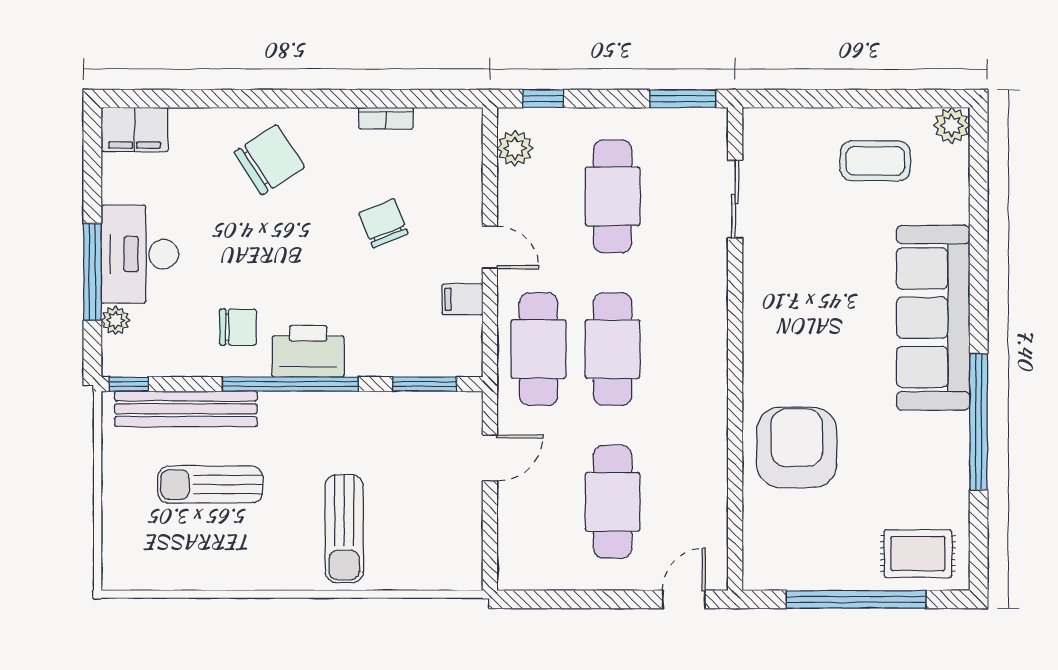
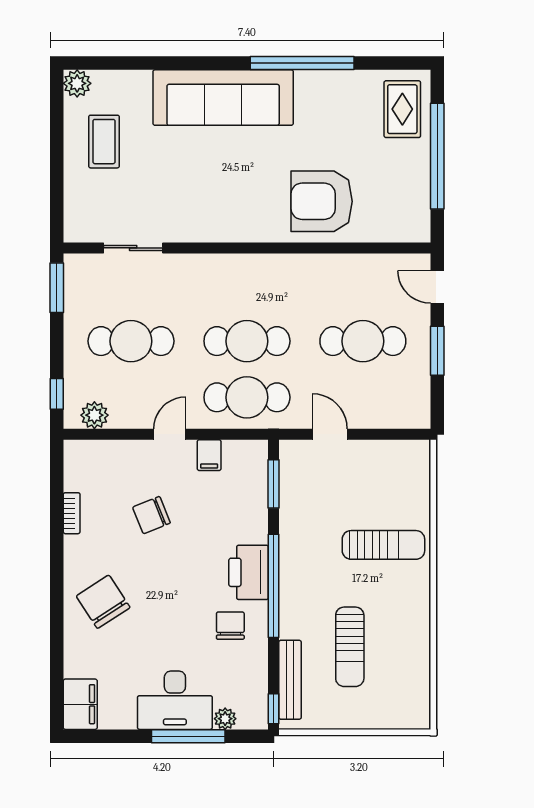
bench: (186, 409) -> (290, 680), width x0.73, depth x0.82
window: (600, 599) -> (437, 351), added

